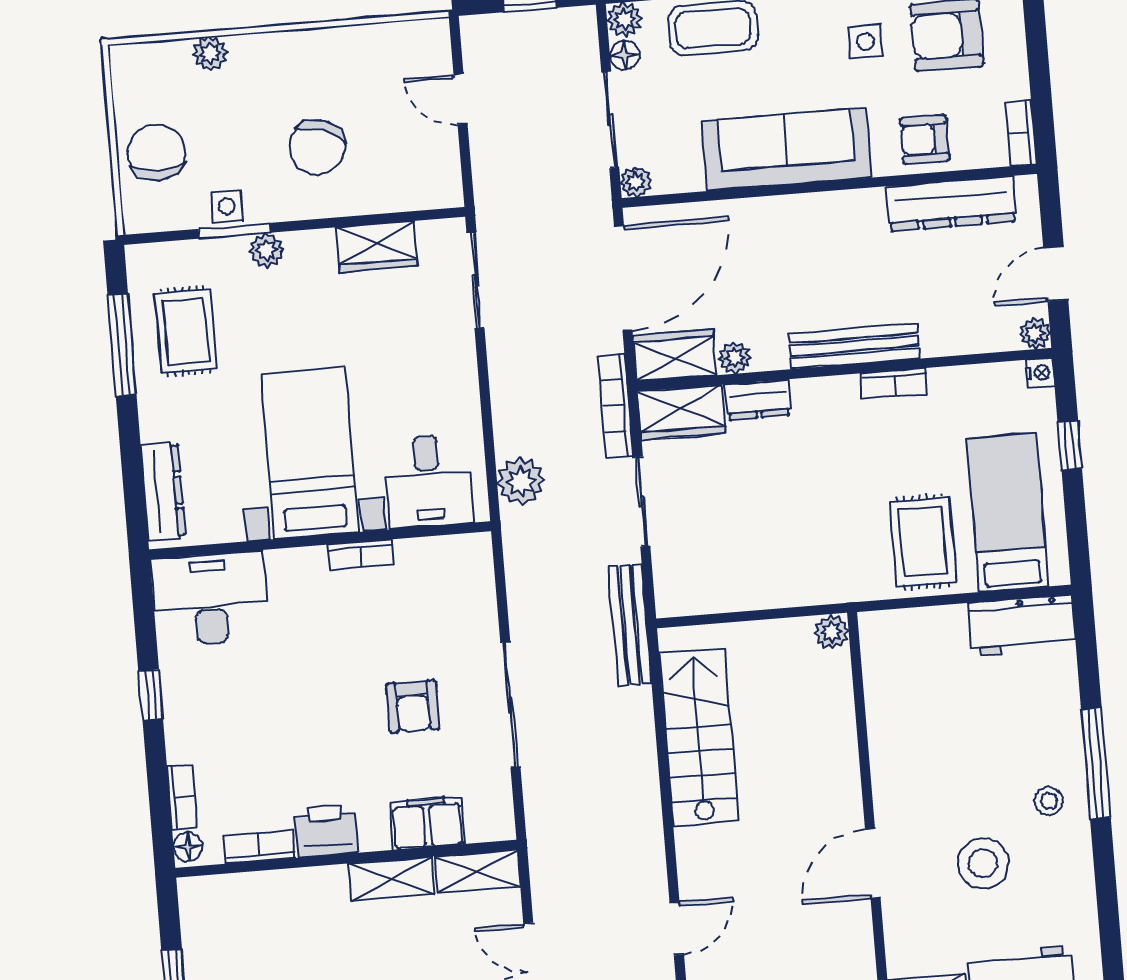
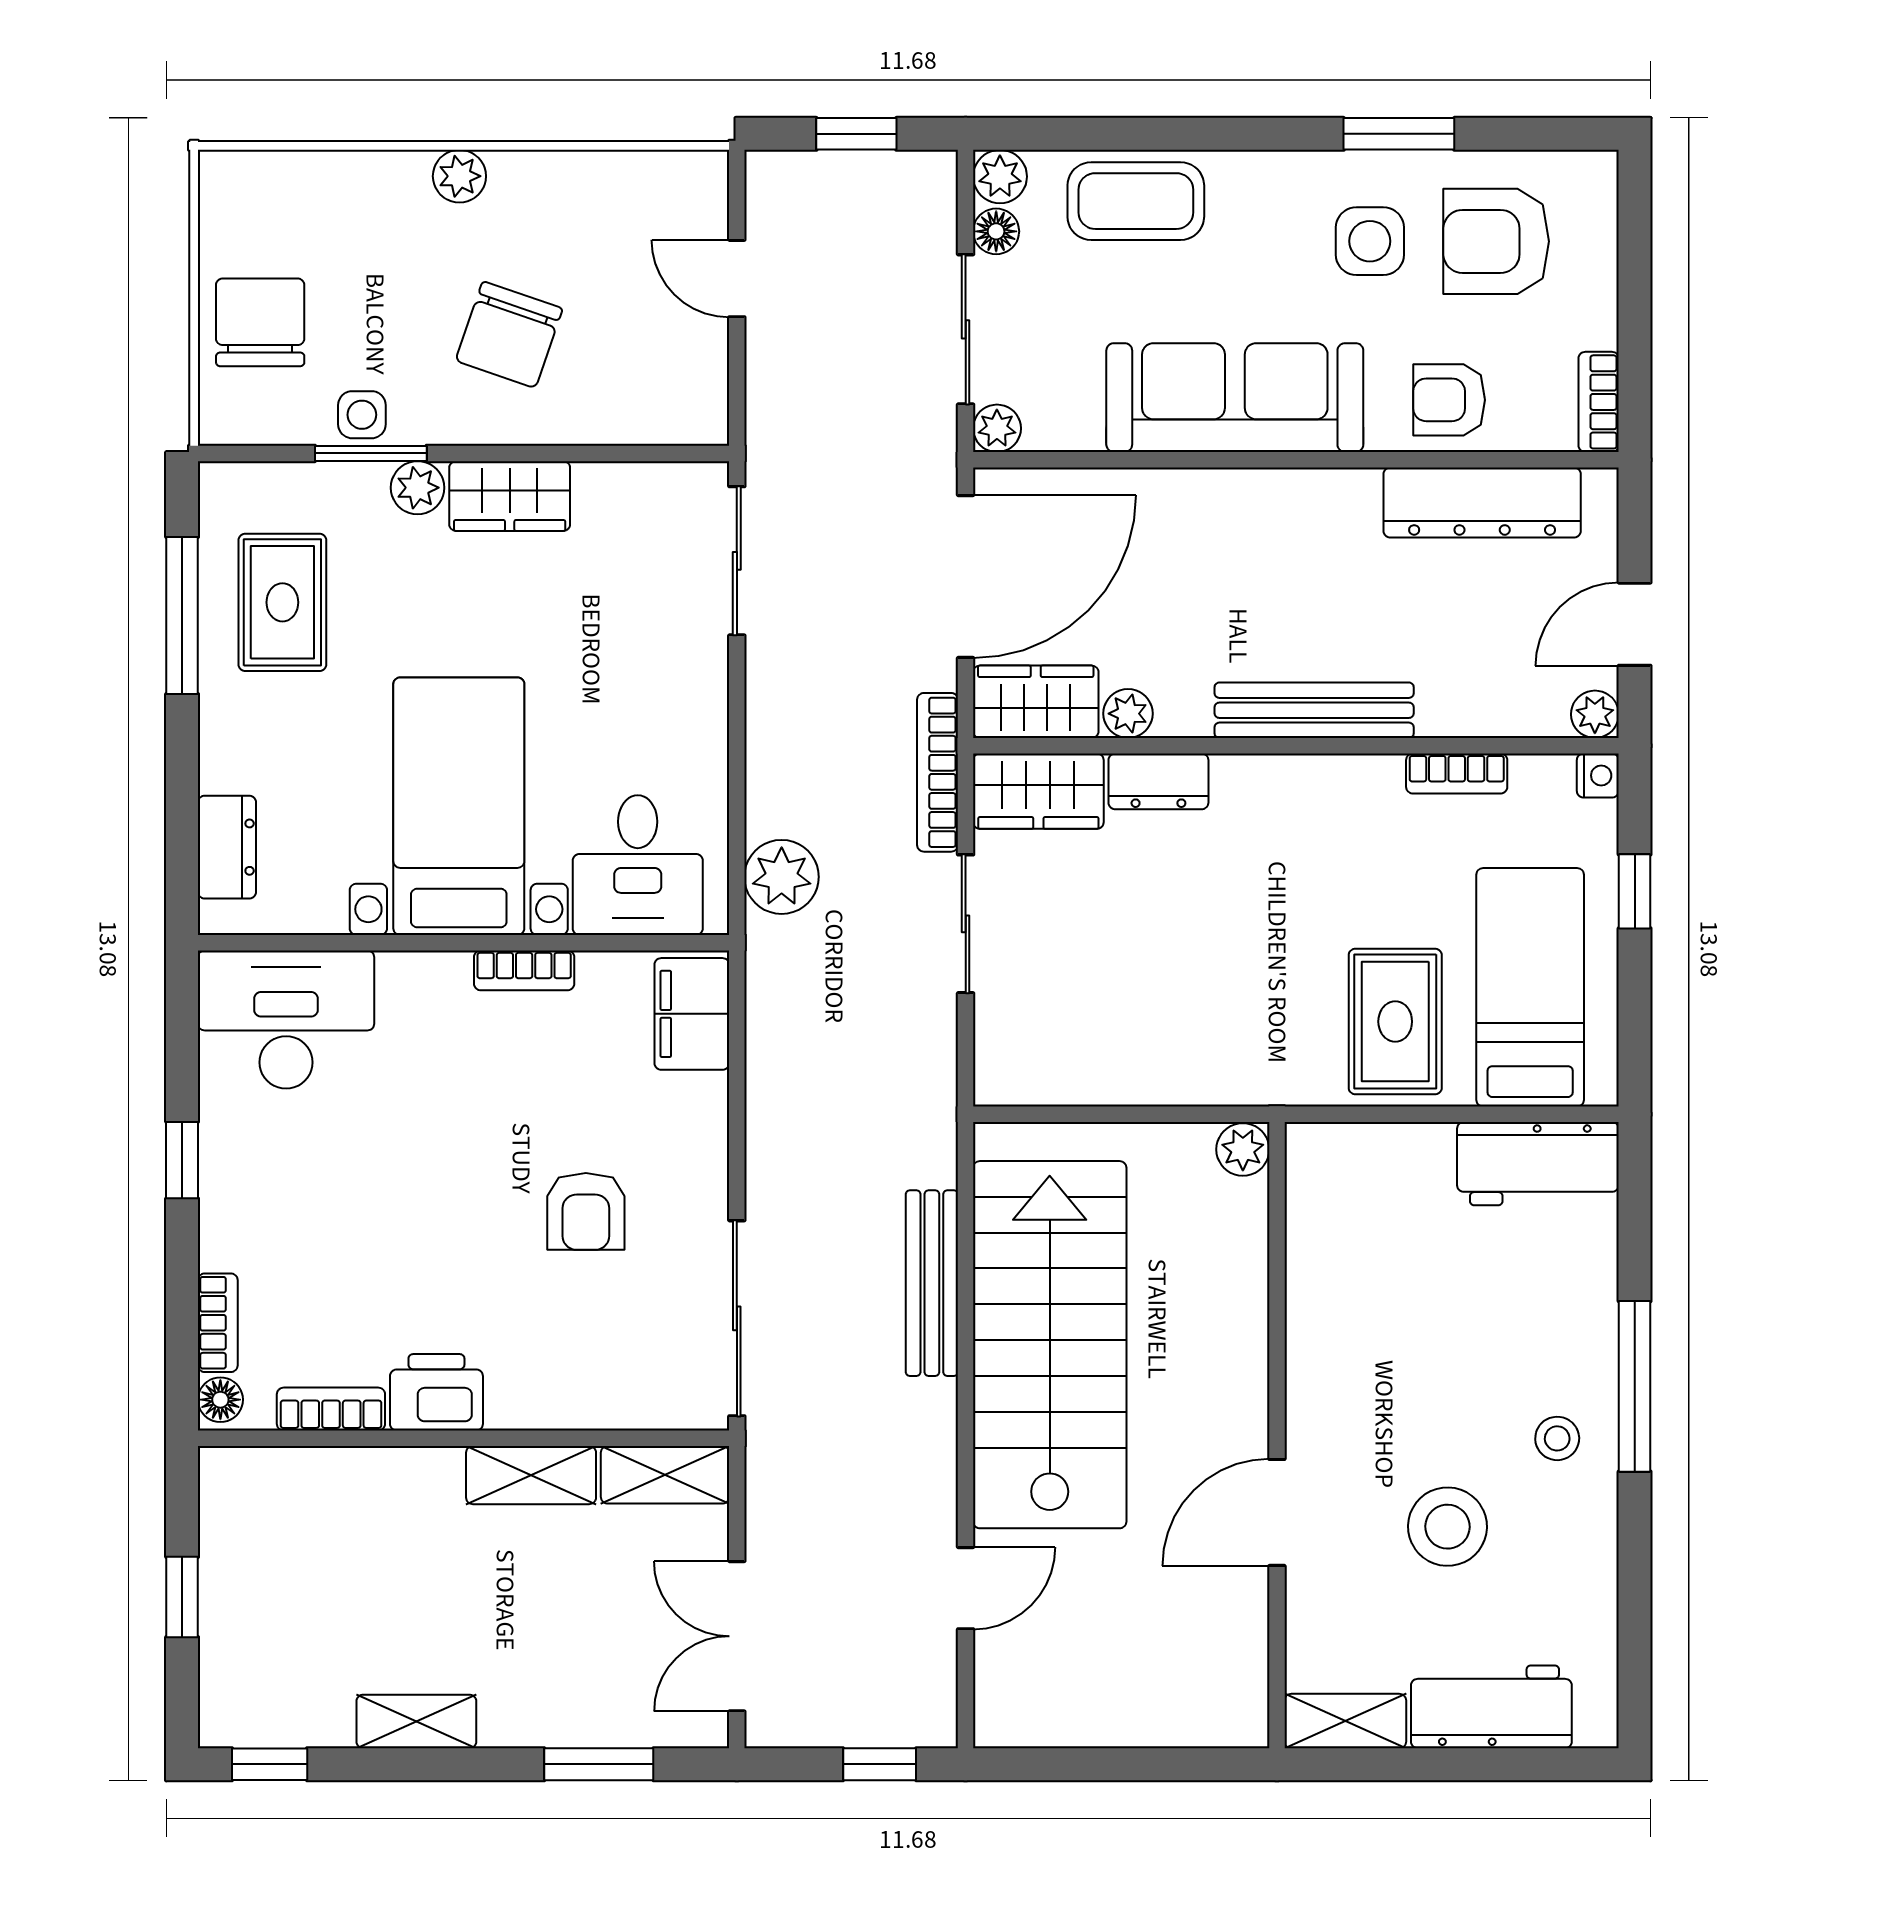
side table: (865, 42) -> (1370, 241), width x1.37, depth x1.37
plant: (210, 53) -> (459, 176), moved
wardrobe: (377, 247) -> (510, 496), moved
bookcase: (894, 384) -> (1457, 774), moved
dresser: (163, 491) -> (227, 847), width x0.70
bench: (630, 625) -> (932, 1283), moved
sliding door: (510, 705) -> (737, 1318), moved
stairs: (699, 737) -> (1050, 1345), width x1.36, depth x1.51
filing cabinet: (427, 823) -> (692, 1014), moved, turned -90

